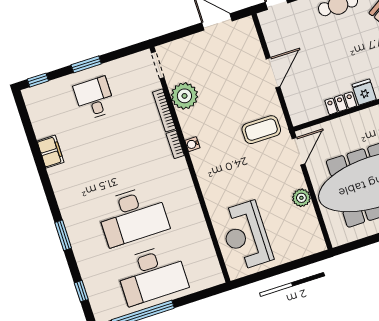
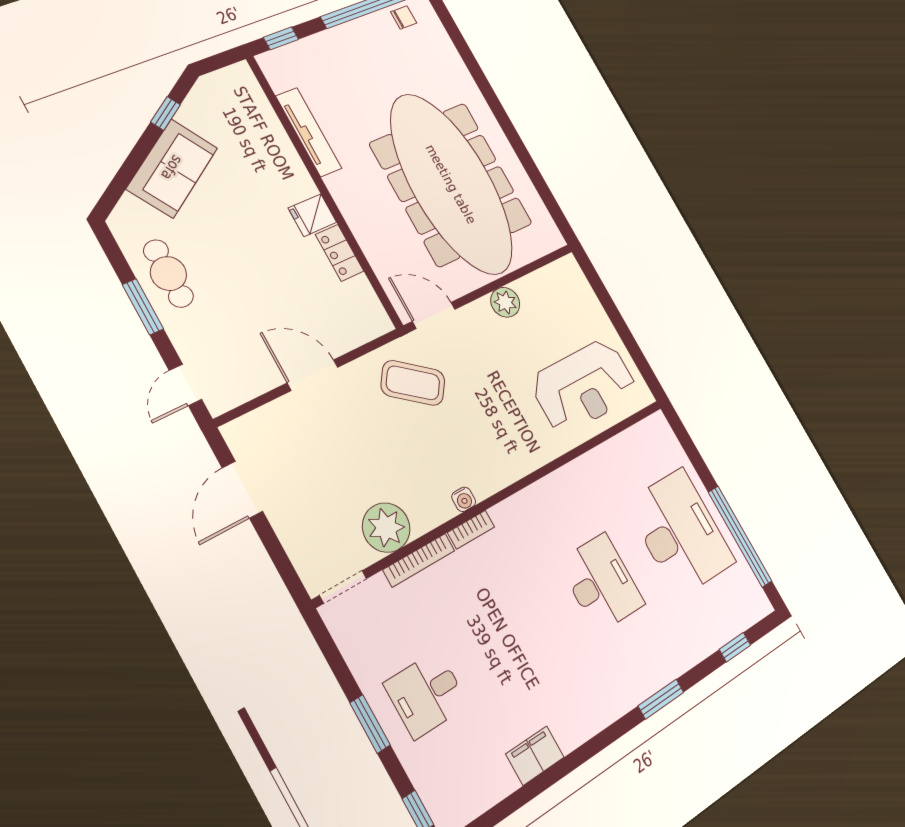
coffee table: (261, 130) -> (413, 383), turned -53
desk: (133, 216) -> (601, 583), width x0.73, depth x0.77

